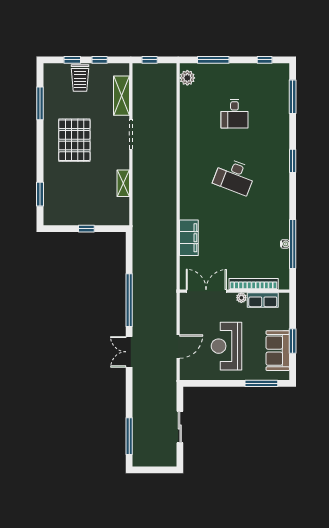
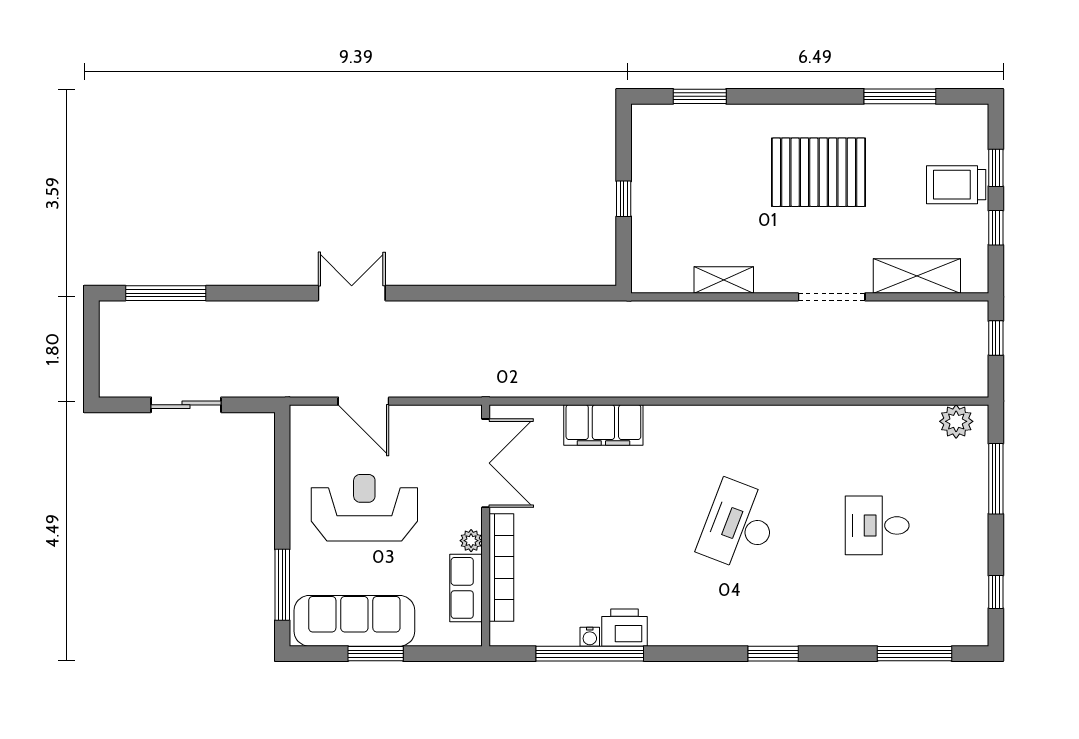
printer: (281, 228) -> (624, 628), added
window: (129, 300) -> (466, 293), removed
sofa: (278, 351) -> (354, 621), width x1.36

